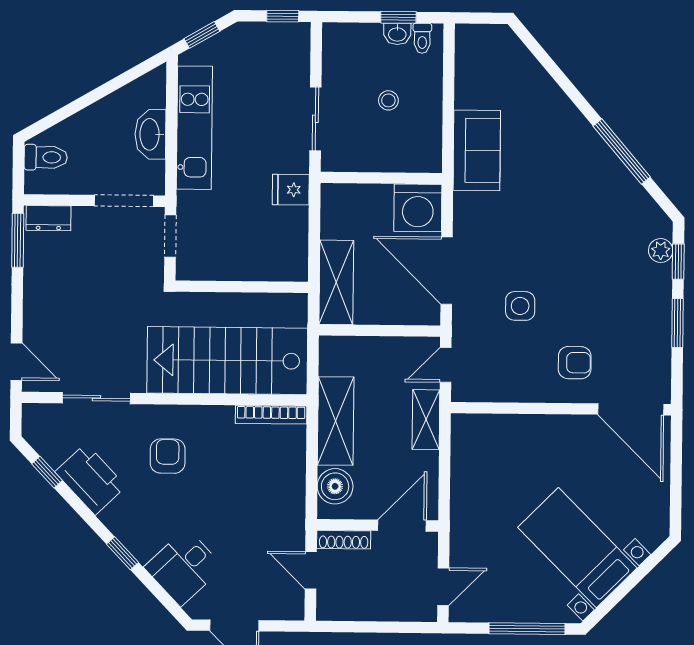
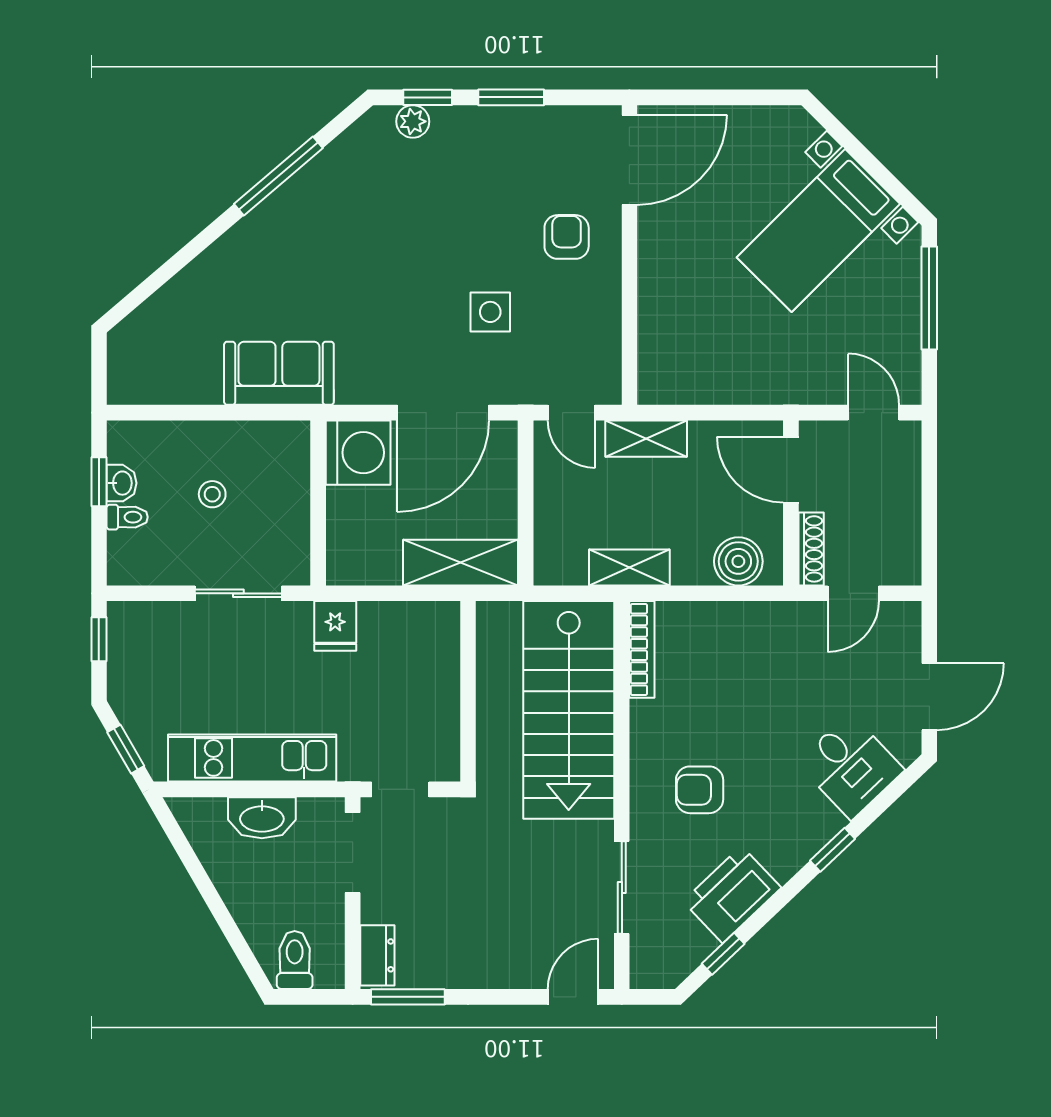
toilet: (422, 38) -> (127, 517), moved
shelving: (336, 421) -> (629, 568), width x0.67, depth x0.75

